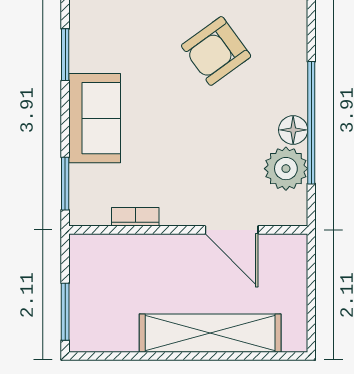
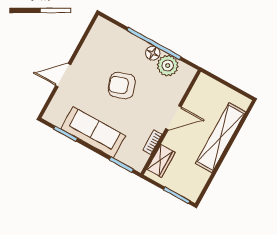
armchair: (216, 51) -> (122, 86), moved, turned 107
sofa: (95, 118) -> (93, 132), width x1.36
door: (232, 230) -> (173, 118), moved
wardrobe: (111, 250) -> (161, 161), added

